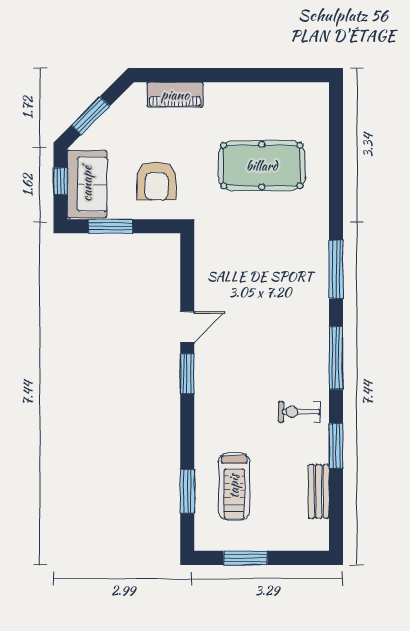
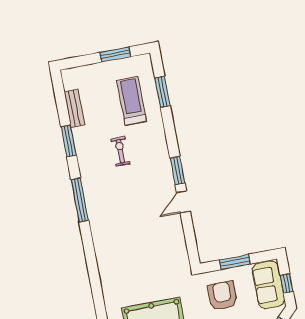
window: (111, 226) -> (235, 262), moved
window: (336, 269) -> (91, 259), removed
exercise bike: (299, 412) -> (120, 151), moved, turned -90

